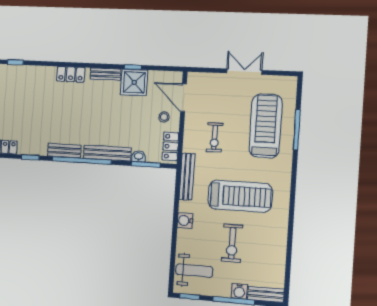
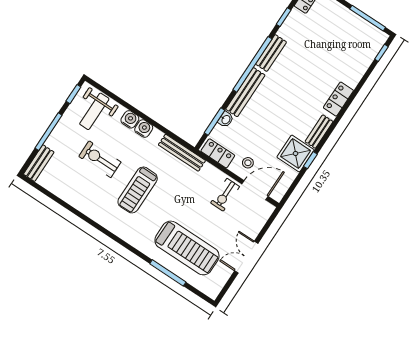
double door: (244, 72) -> (246, 257), swing flipped
exercise bike: (215, 137) -> (225, 195), moved, turned -90
treadmill: (240, 196) -> (138, 190), width x0.73, depth x0.73
water cooler: (239, 291) -> (130, 119), moved, turned 90

